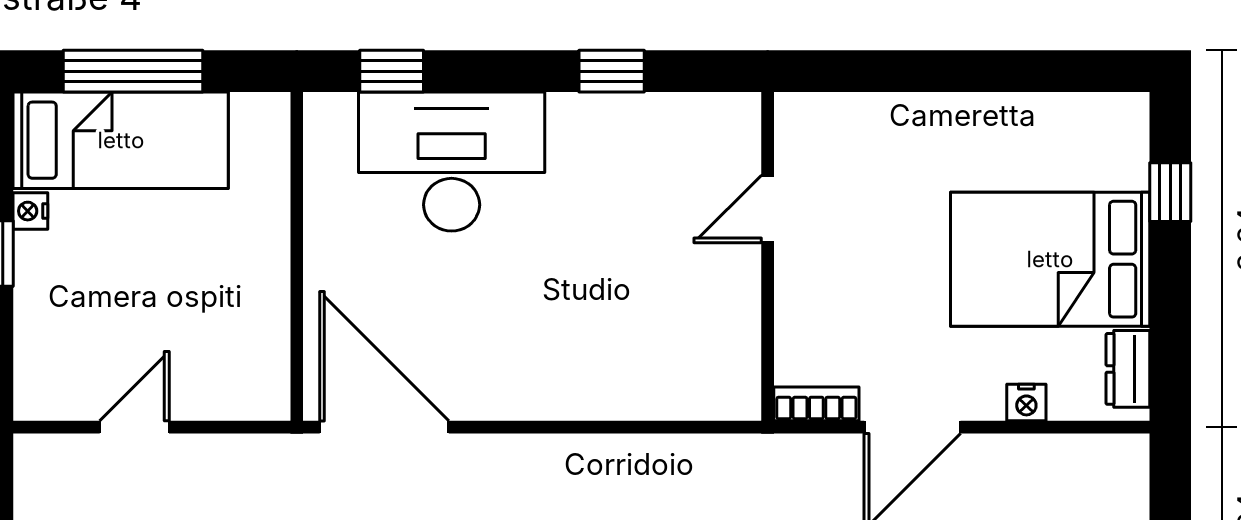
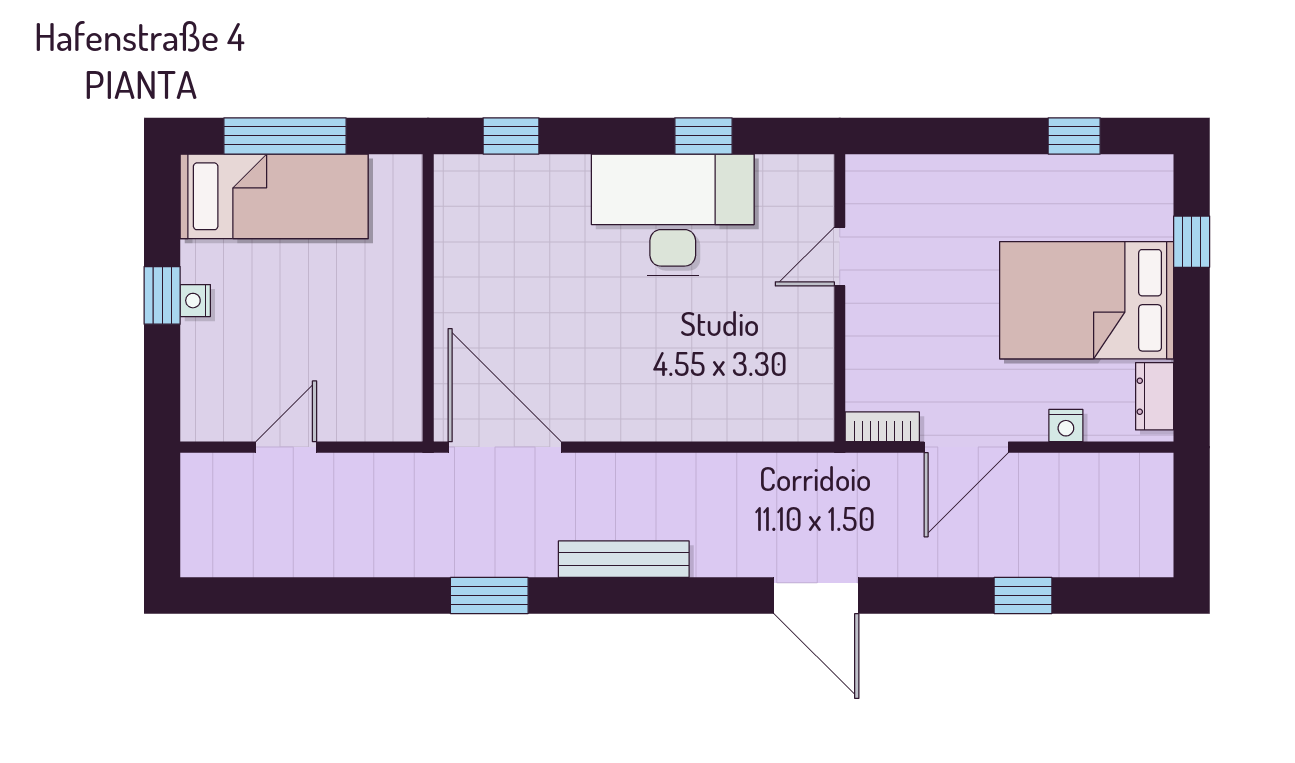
window: (1036, 71) -> (1074, 136), added
desk: (452, 161) -> (673, 215), moved
nightstand: (30, 211) -> (195, 301), moved

